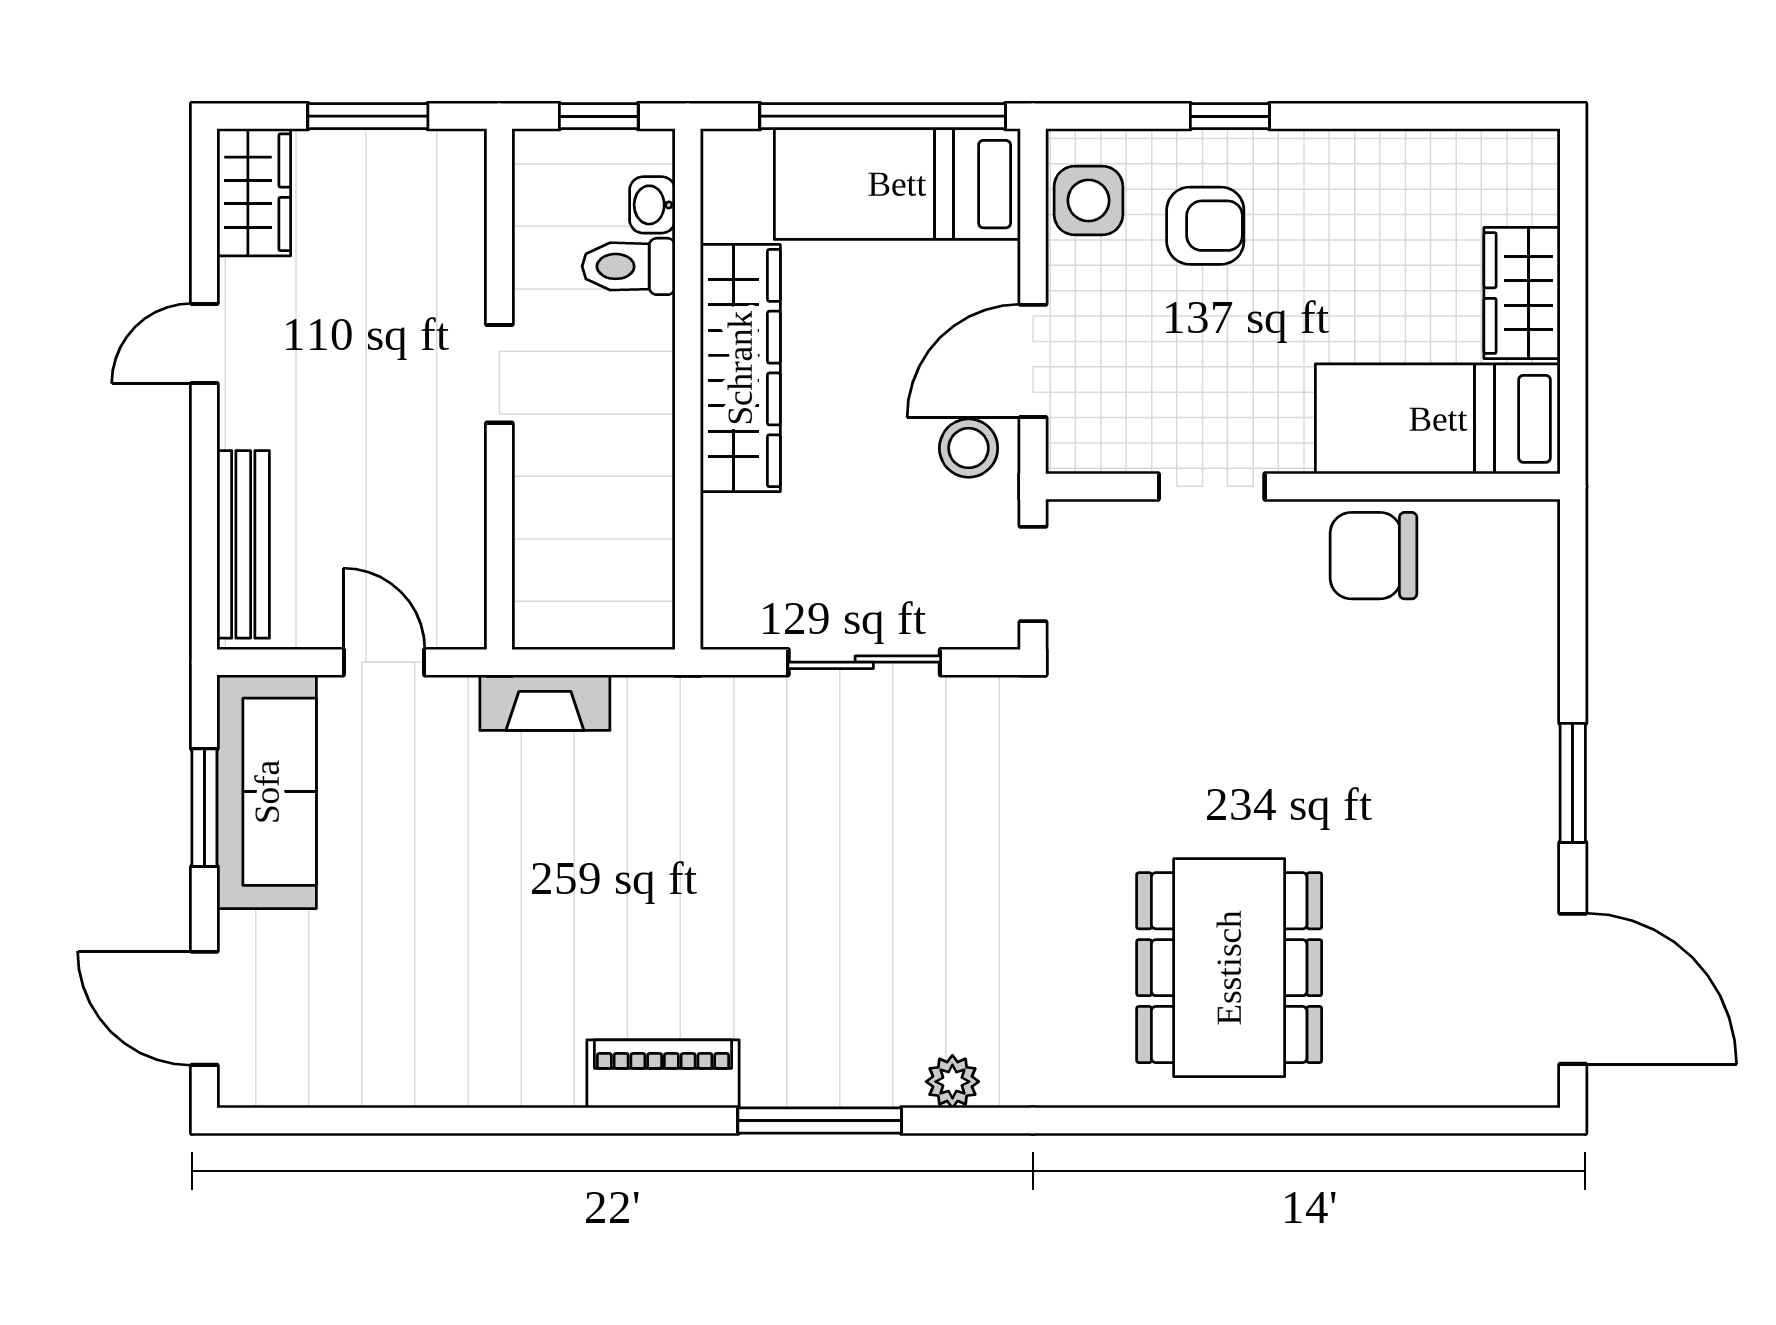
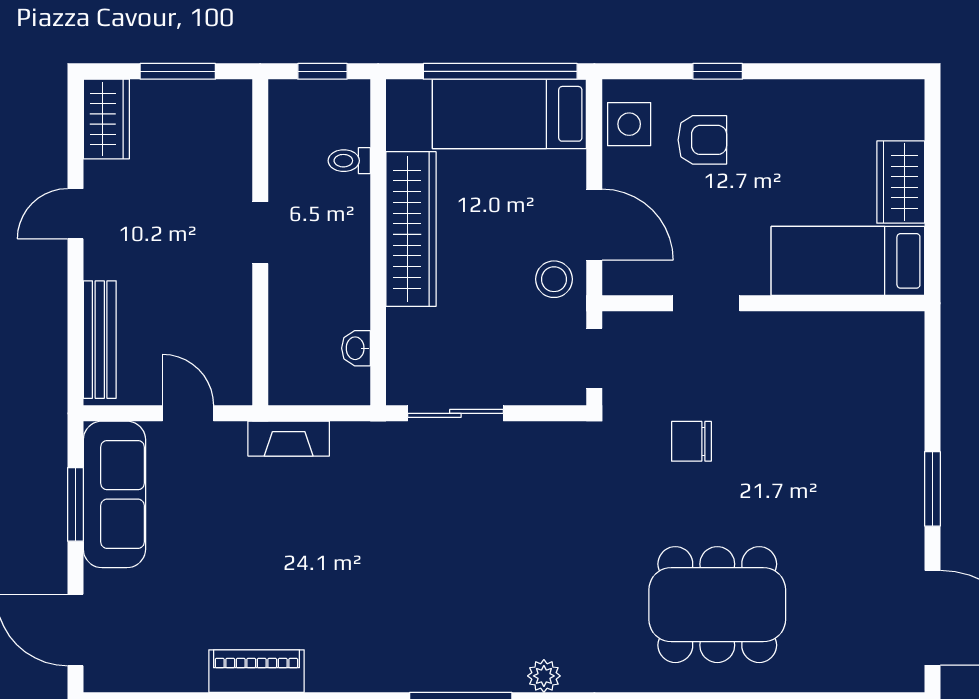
washbasin: (652, 205) -> (356, 348), moved
toilet: (629, 266) -> (349, 161), width x0.73, depth x0.72
door: (1033, 361) -> (594, 225), swing flipped
chair: (1373, 556) -> (691, 441), moved, width x0.73, depth x0.73
sliding door: (864, 662) -> (455, 413), moved
dining table: (1229, 968) -> (717, 605), turned 90
piano: (663, 1074) -> (256, 671), moved

